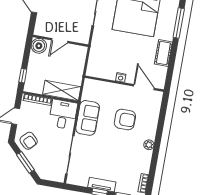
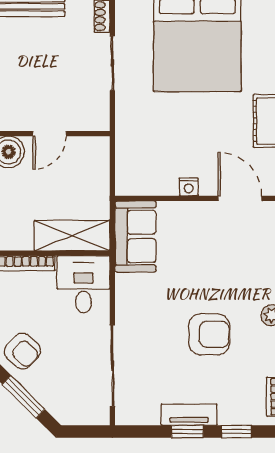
sofa: (88, 118) -> (135, 236), moved
armchair: (125, 120) -> (209, 334), moved

